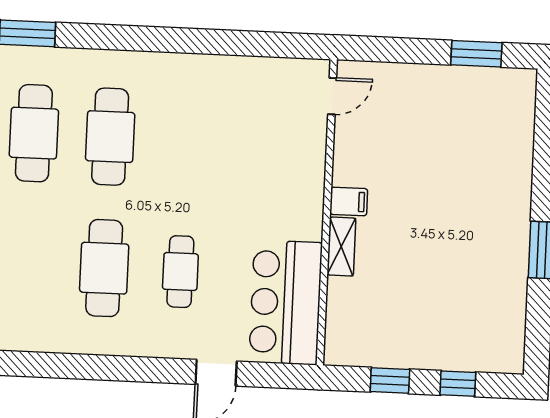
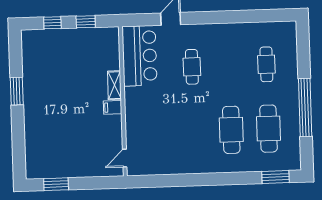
cafe table: (104, 268) -> (266, 64), moved, width x0.73, depth x0.74

